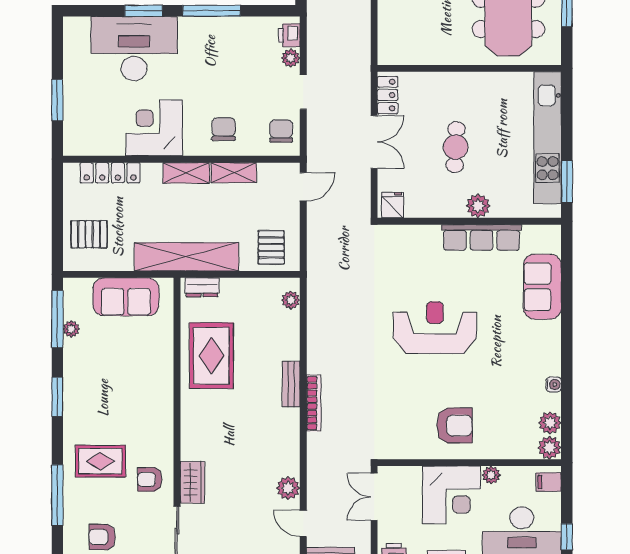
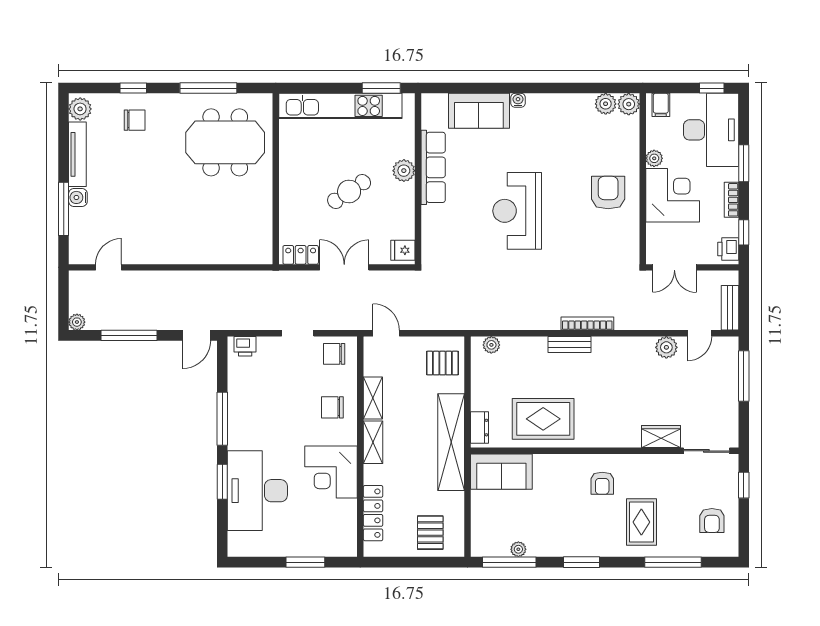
plant: (291, 58) -> (266, 345), removed
cafe table: (456, 147) -> (349, 191), turned -37
sofa: (126, 297) -> (501, 472), moved, turned 90
water cooler: (554, 384) -> (518, 100), moved
armchair: (150, 479) -> (602, 483), moved

